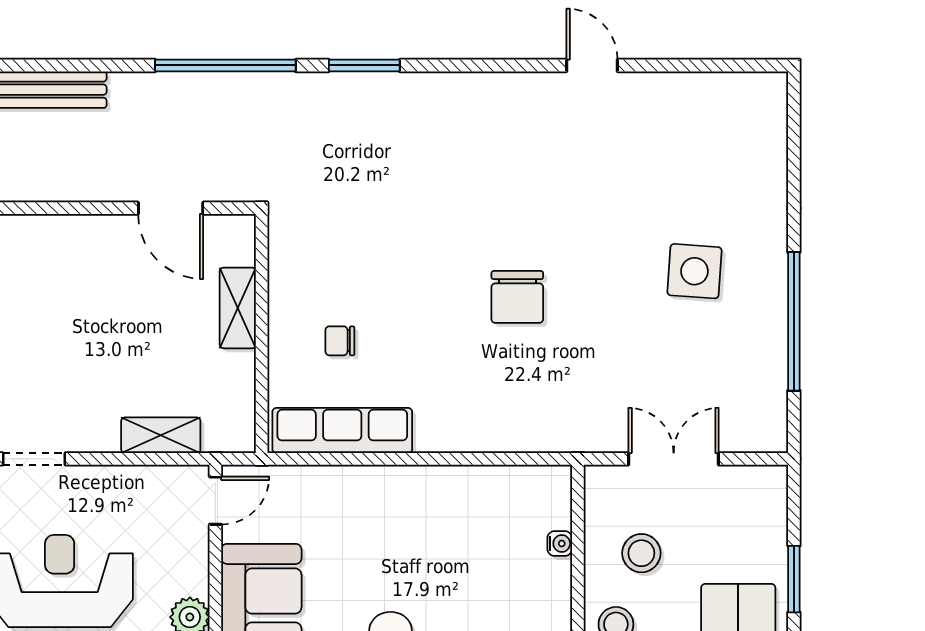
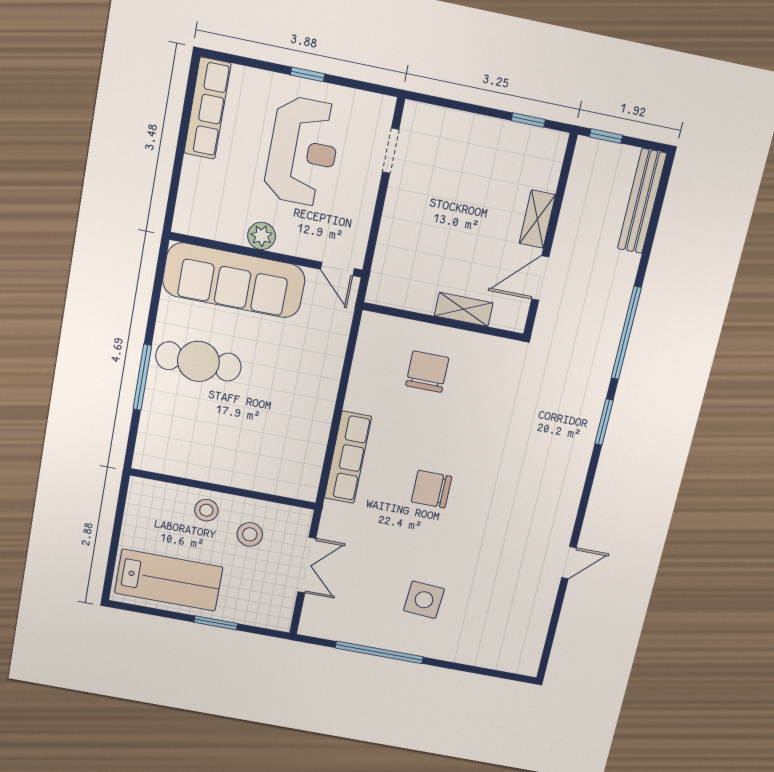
chair: (340, 341) -> (427, 372), width x1.87, depth x1.87
row of seats: (342, 430) -> (348, 457), moved
shelving: (161, 435) -> (537, 219), moved
water cooler: (560, 544) -> (266, 485), removed

